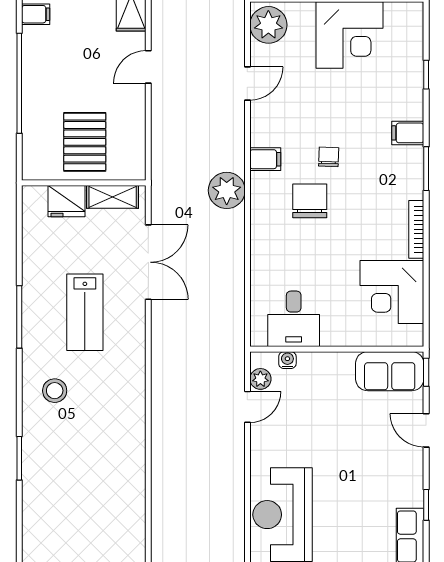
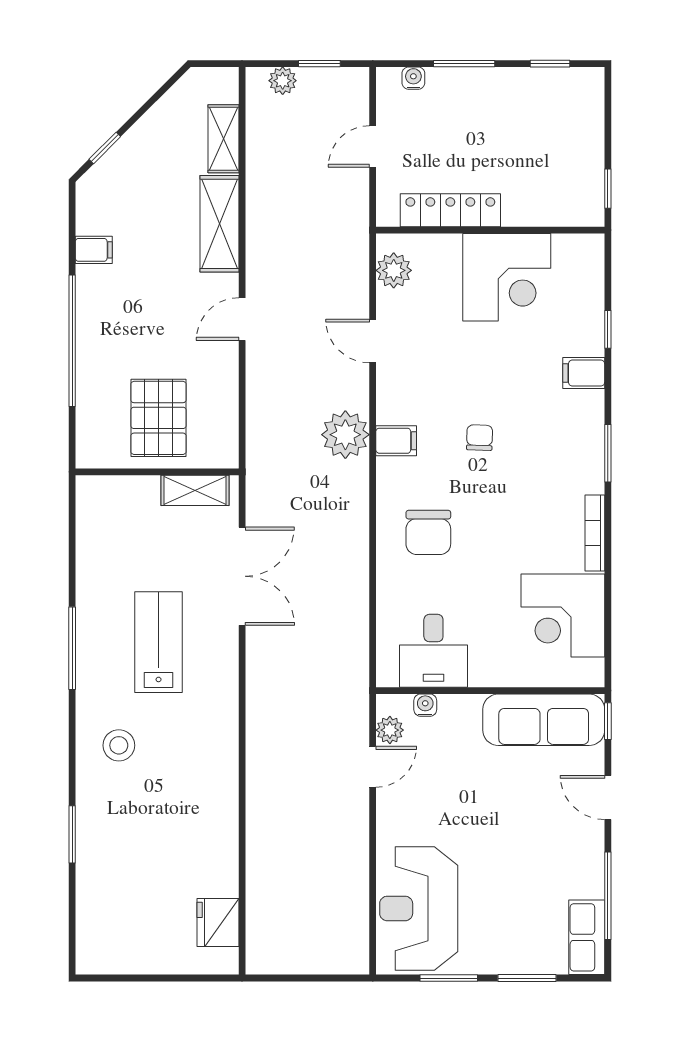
plant: (268, 25) -> (394, 270), width x0.73, depth x0.73
door: (247, 83) -> (373, 341), swing flipped
filing cabinet: (408, 133) -> (584, 373), moved
plant: (227, 190) -> (345, 435), moved
fridge: (66, 201) -> (218, 922), moved, turned 90
chair: (310, 201) -> (428, 532), moved, turned 180
lab bench: (85, 312) -> (159, 642), turned 180
sofa: (390, 371) -> (544, 720), width x1.36
window: (426, 505) -> (608, 896), width x2.17

